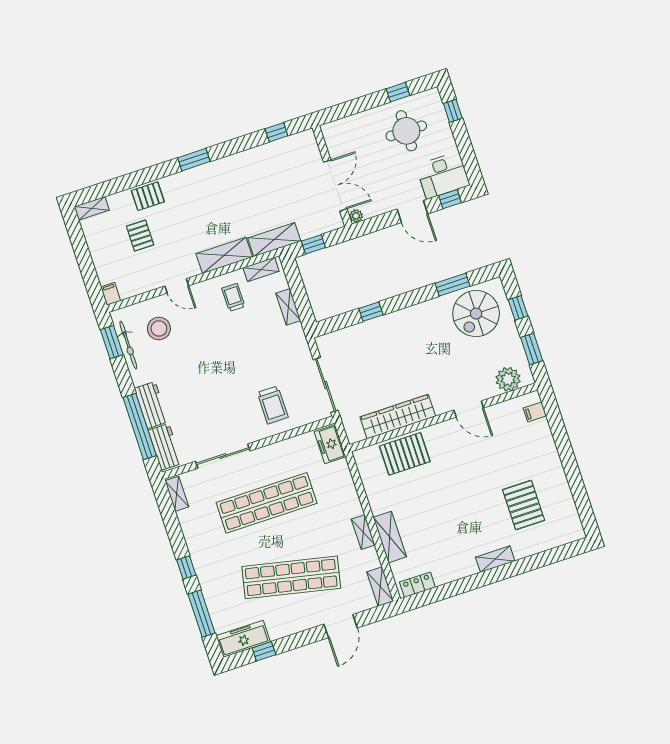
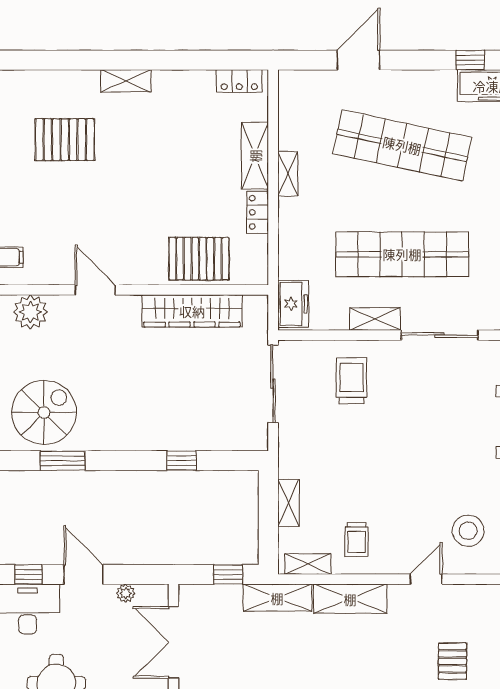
plant: (356, 216) -> (126, 593), moved
door: (177, 286) -> (426, 579), hinge flipped
locker: (375, 499) -> (258, 212), added
pallet: (524, 505) -> (65, 140), turned 90
shelving: (380, 586) -> (375, 319), moved, turned 90

